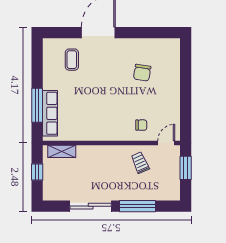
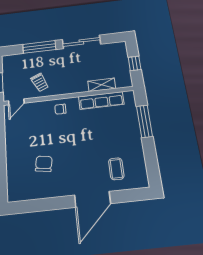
row of seats: (50, 113) -> (101, 100), moved, turned -90
chair: (141, 125) -> (60, 109), moved
shelving: (62, 151) -> (102, 85), moved

